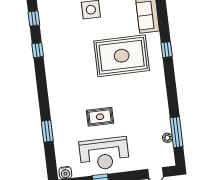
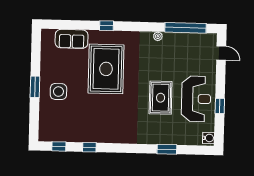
rug: (100, 117) -> (161, 98), width x1.36, depth x1.43
window: (176, 132) -> (186, 28), width x1.46
plant: (167, 138) -> (158, 36), moved

